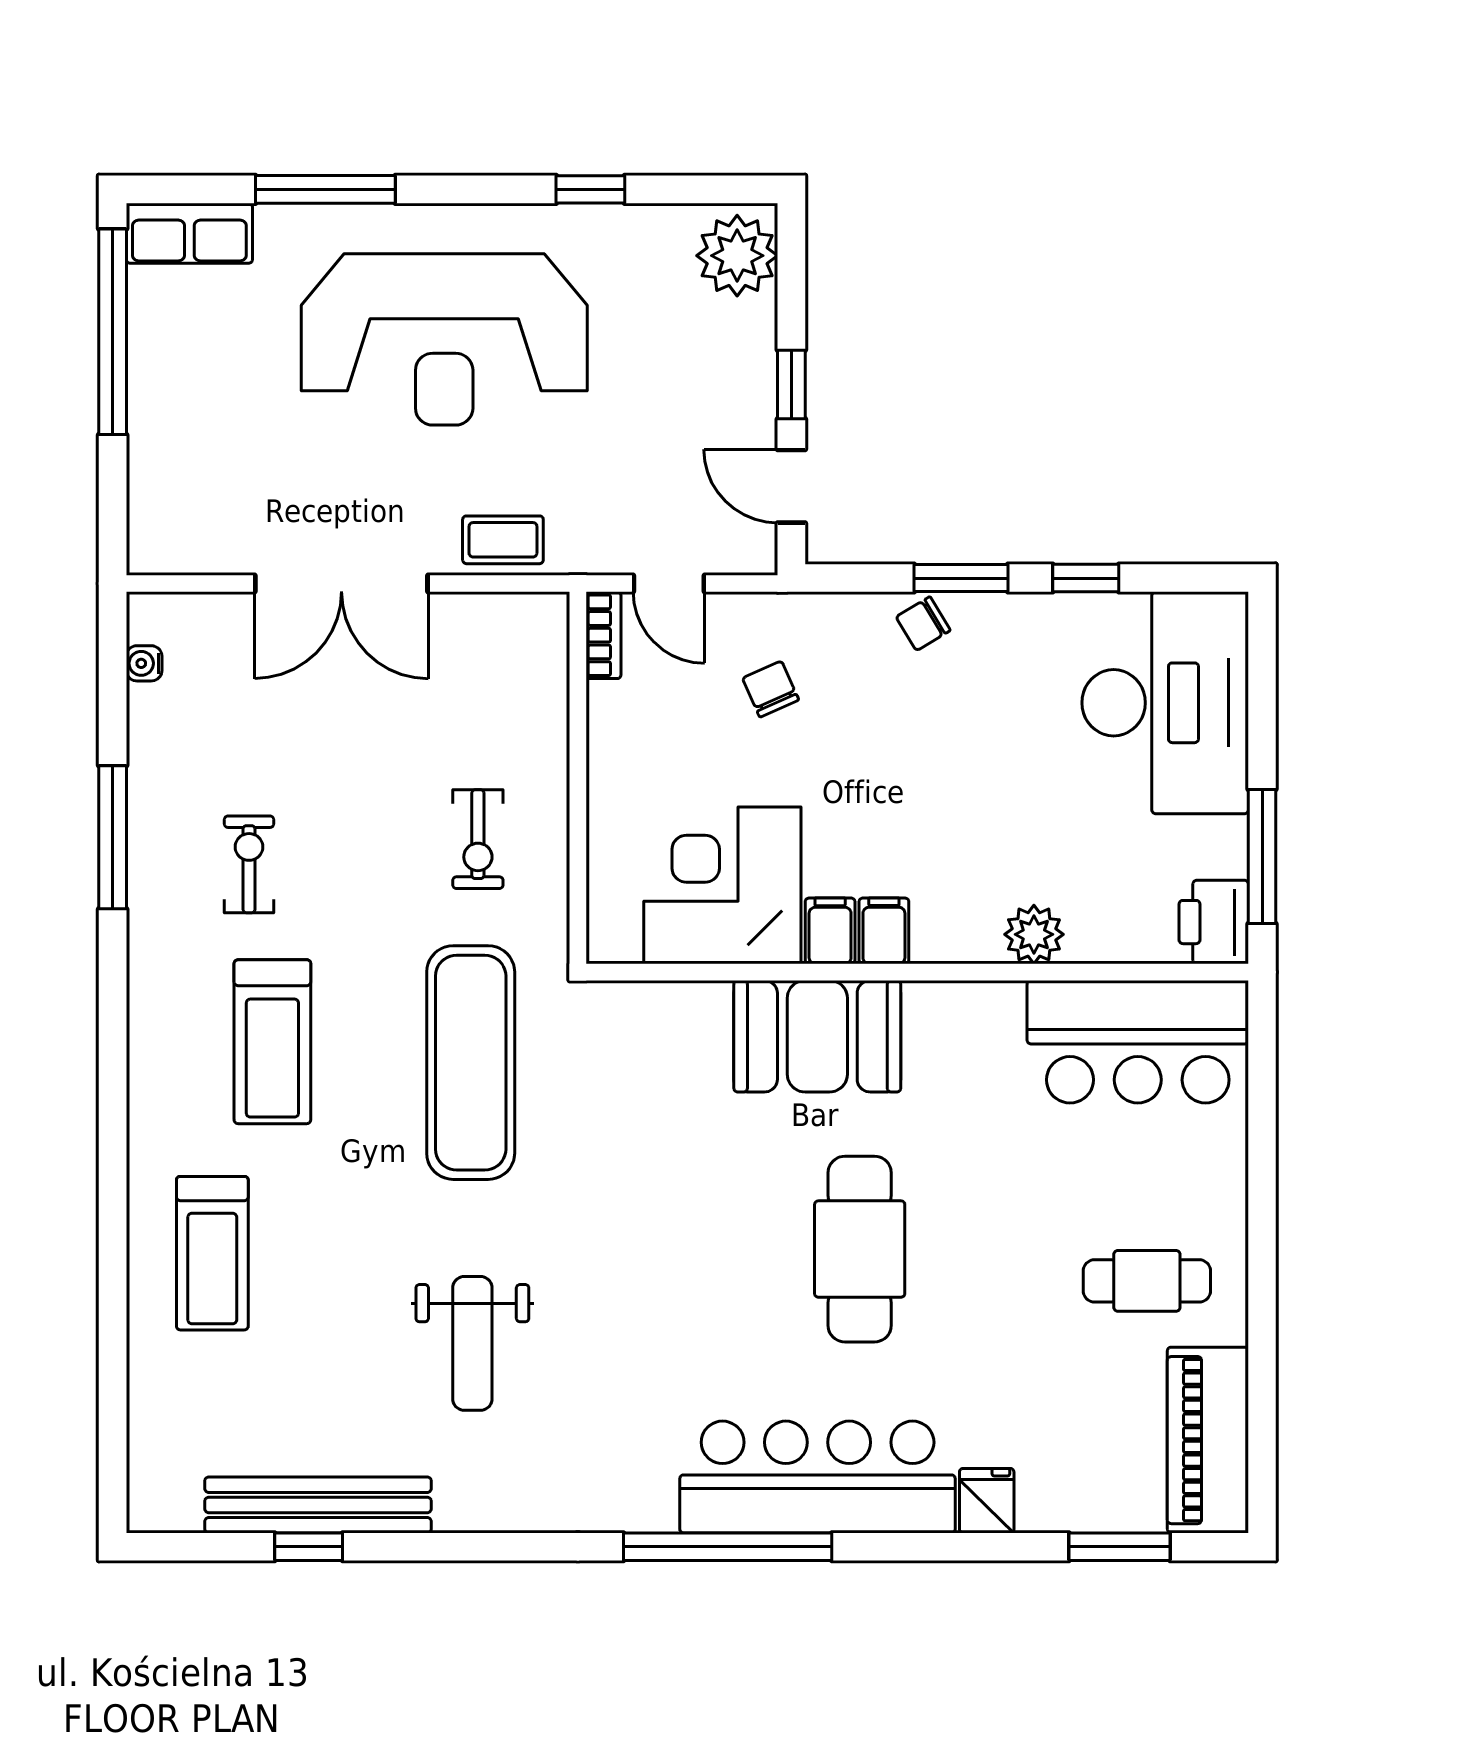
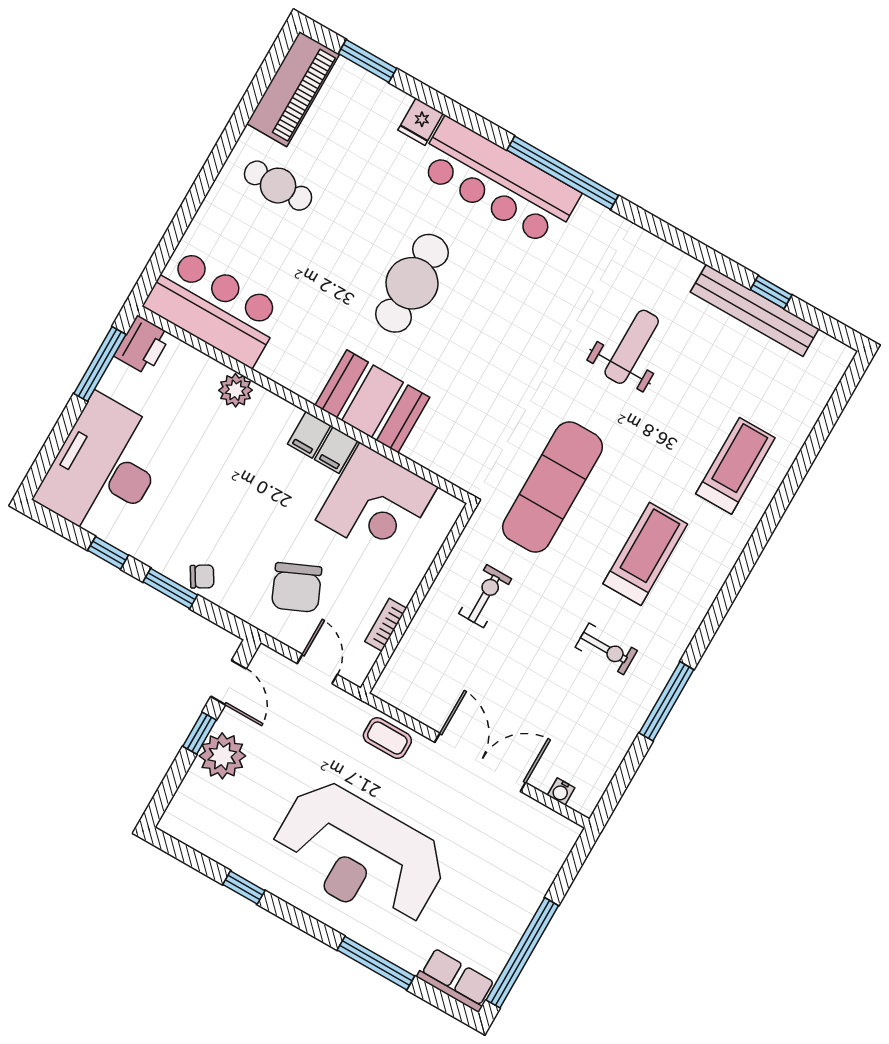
plant: (737, 256) -> (222, 756), moved
reception desk: (444, 339) -> (359, 855), turned 180
bookcase: (603, 635) -> (386, 625), moved
water cooler: (144, 663) -> (561, 791), moved, turned 90
chair: (771, 689) -> (297, 587), width x1.87, depth x1.87
exercise bike: (249, 864) -> (606, 649), turned -90

